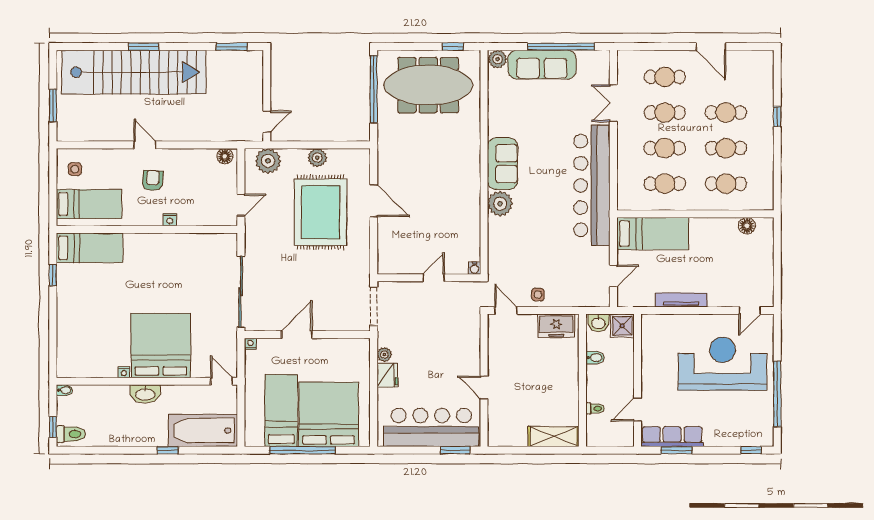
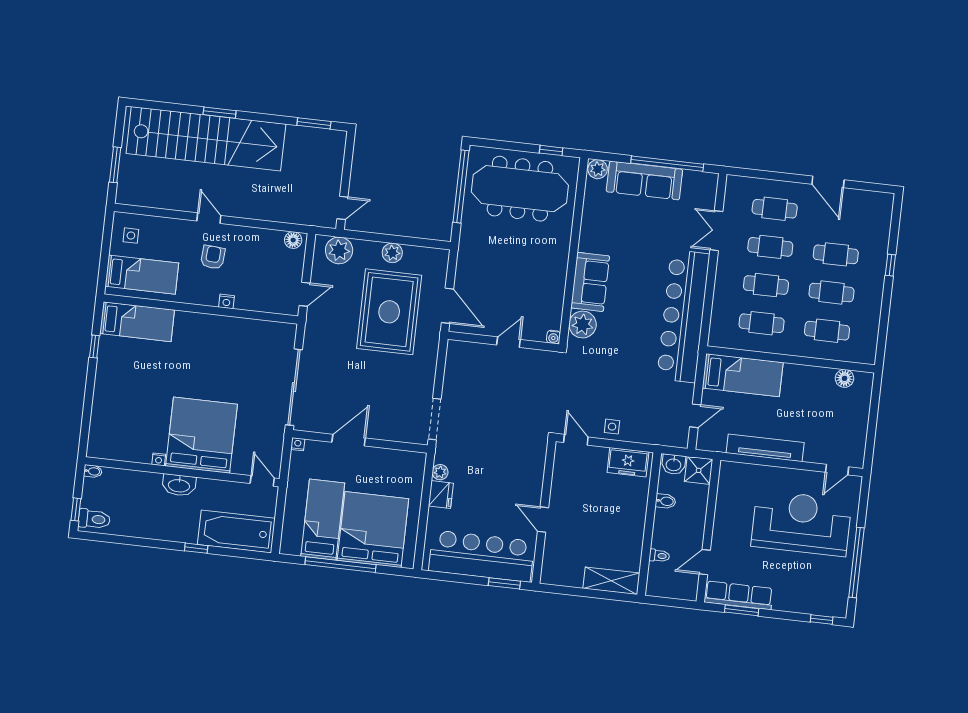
water cooler: (475, 268) -> (553, 337), moved
wall: (429, 278) -> (503, 342), moved
door: (434, 278) -> (508, 342), moved
tv unit: (681, 300) -> (765, 448), width x1.36, depth x1.29

